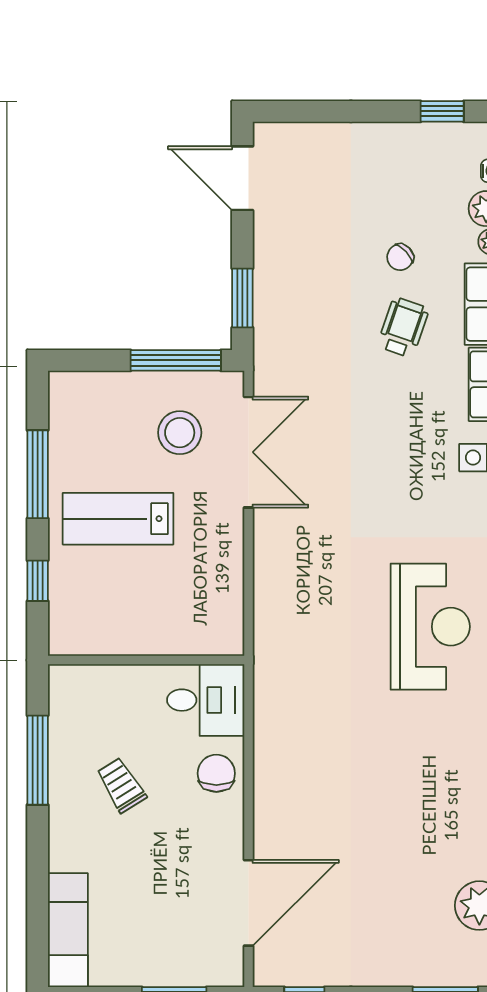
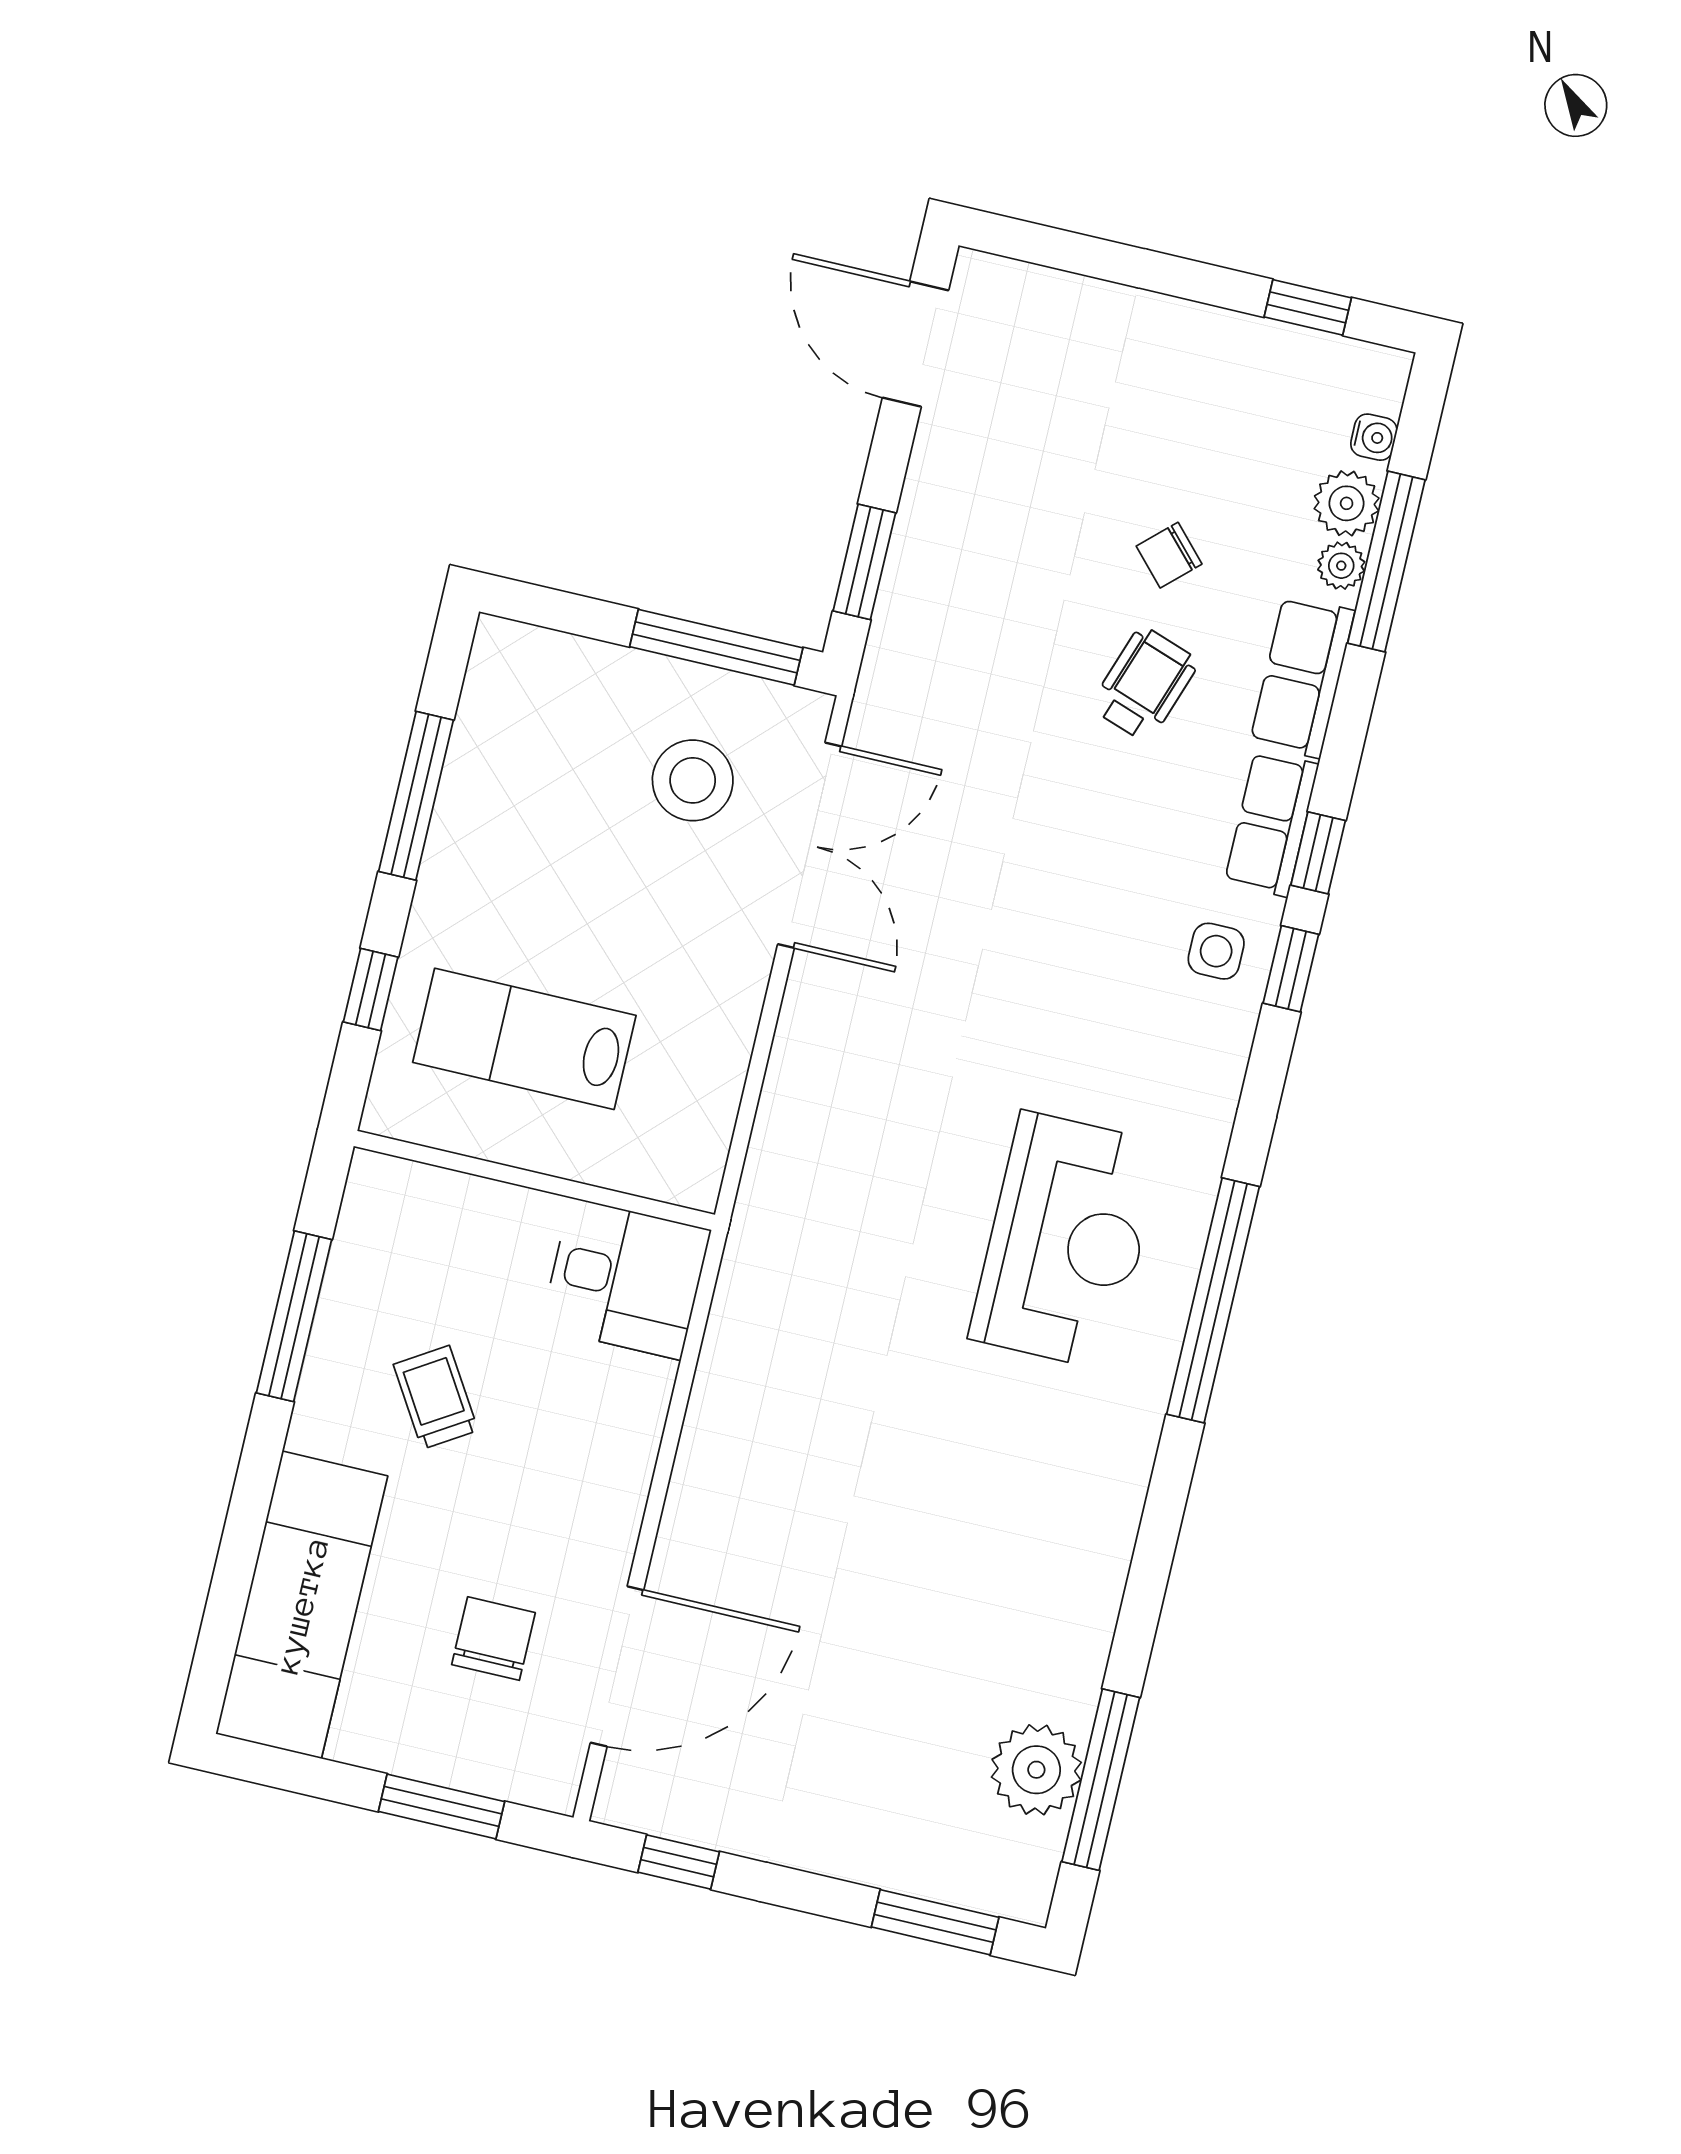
lab bench: (118, 519) -> (524, 1039), moved
chair: (216, 773) -> (493, 1639), moved
exam couch: (68, 930) -> (302, 1605), width x1.36, depth x1.45

